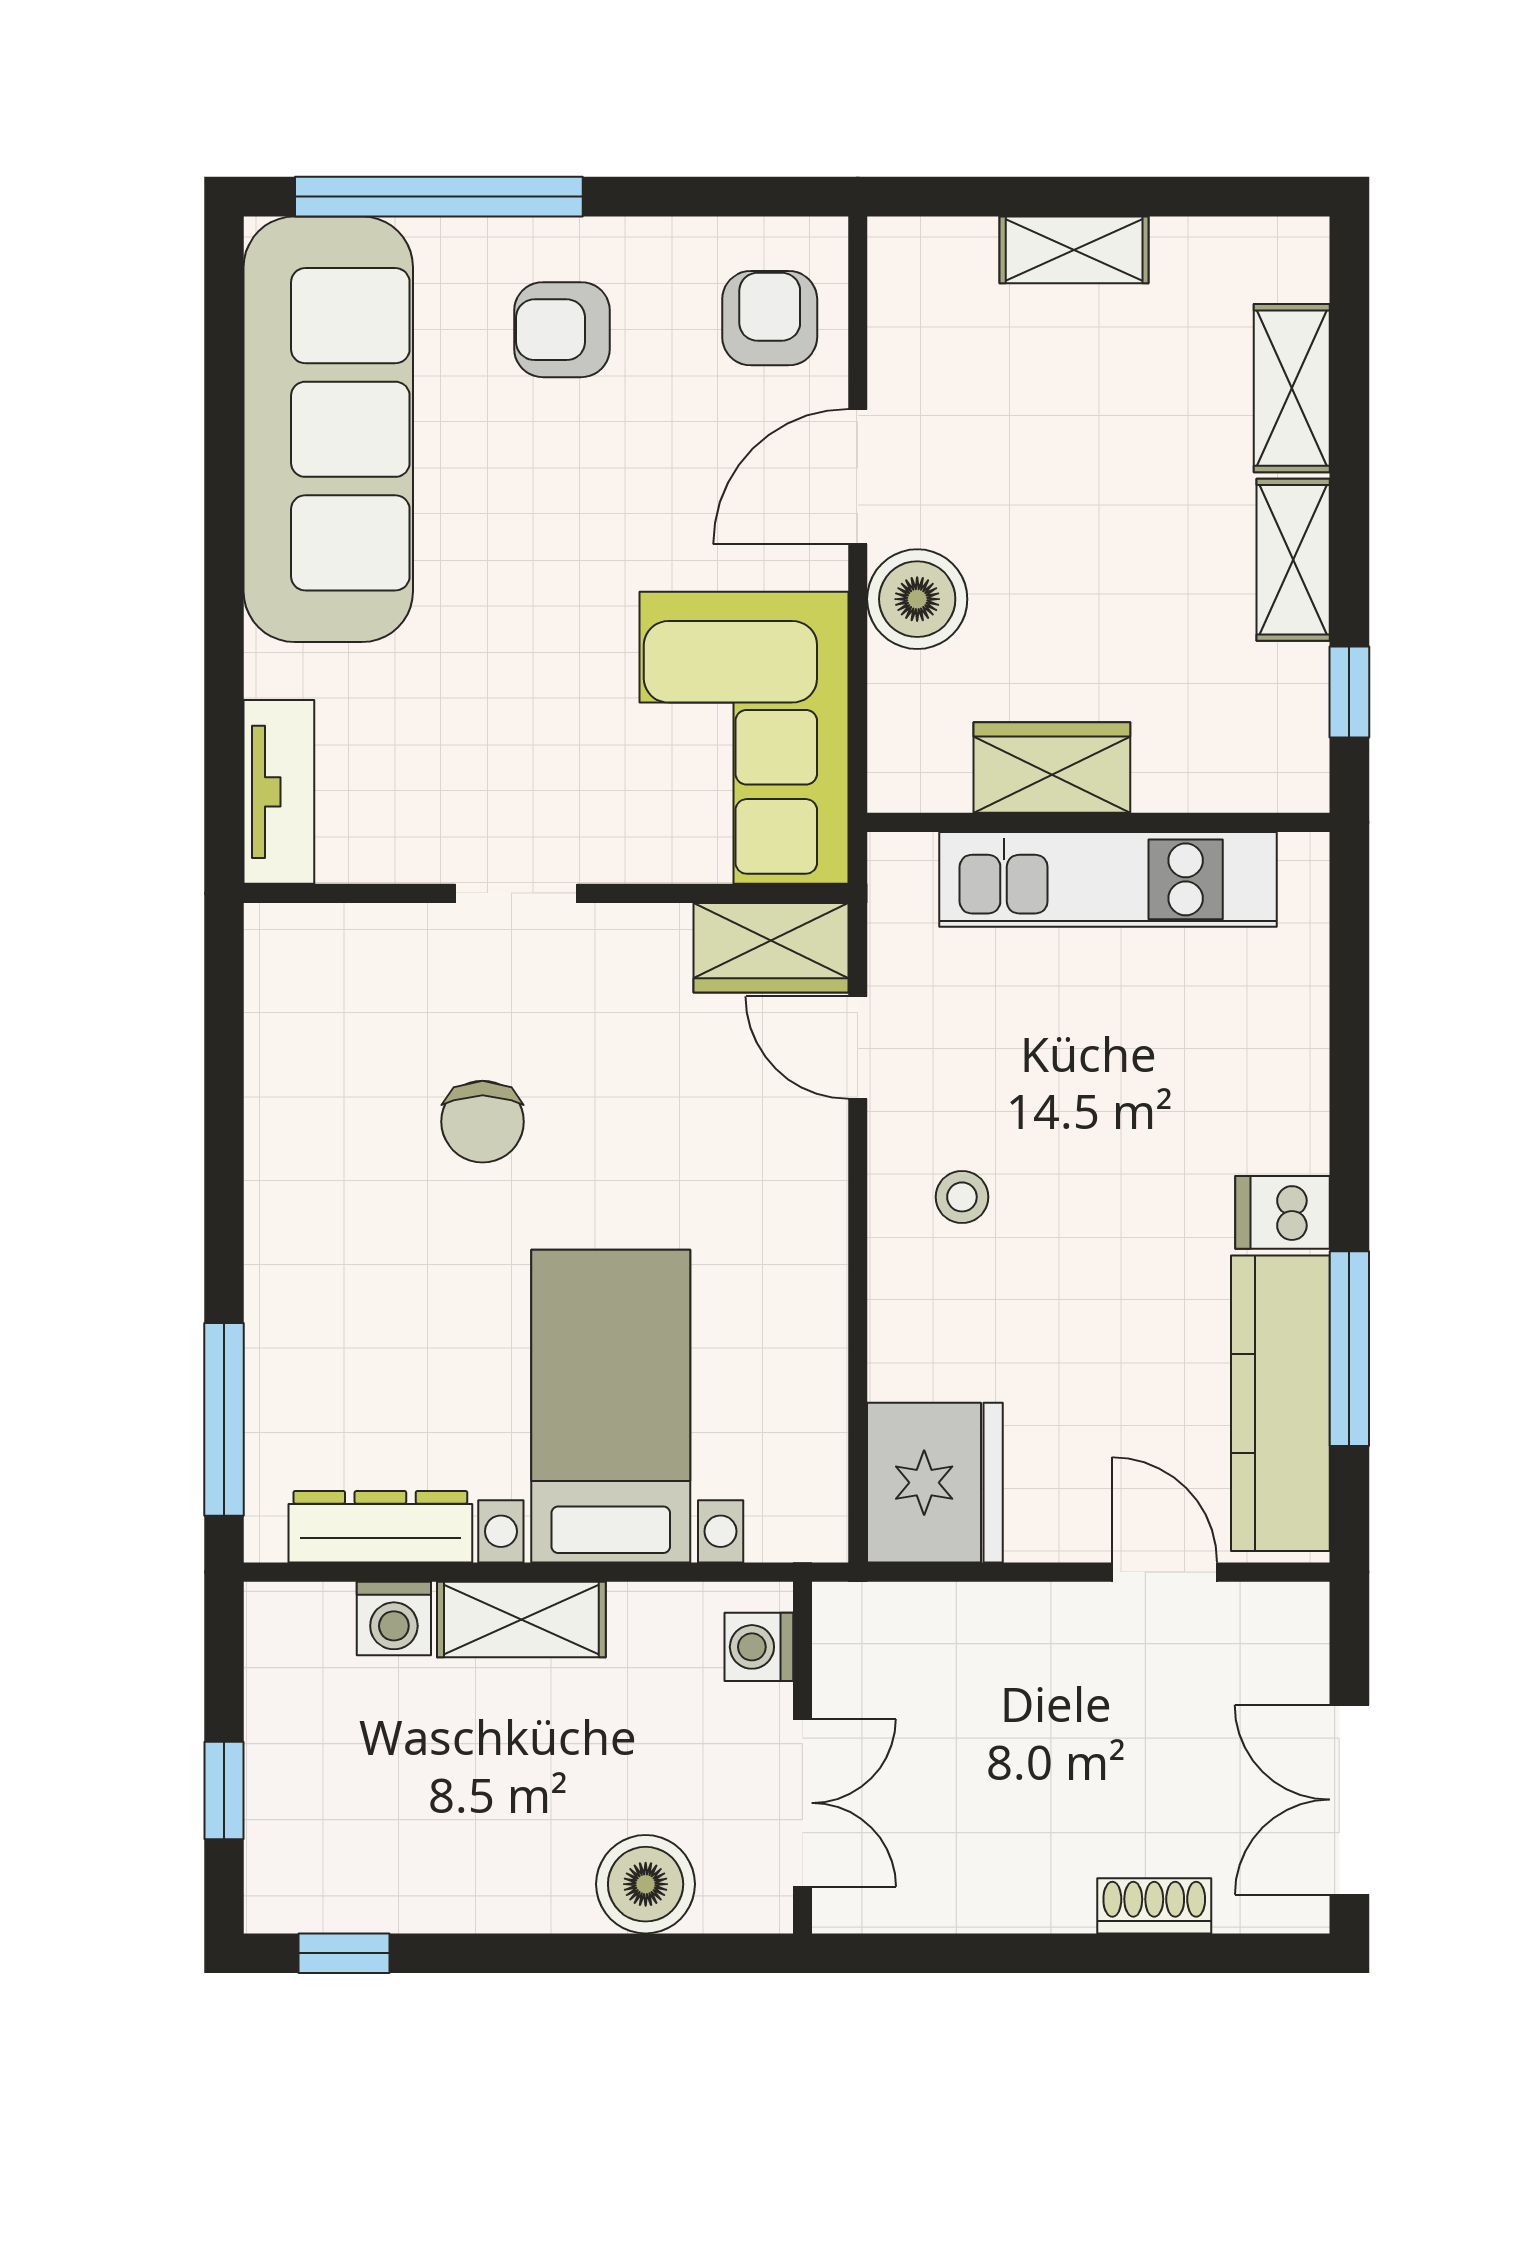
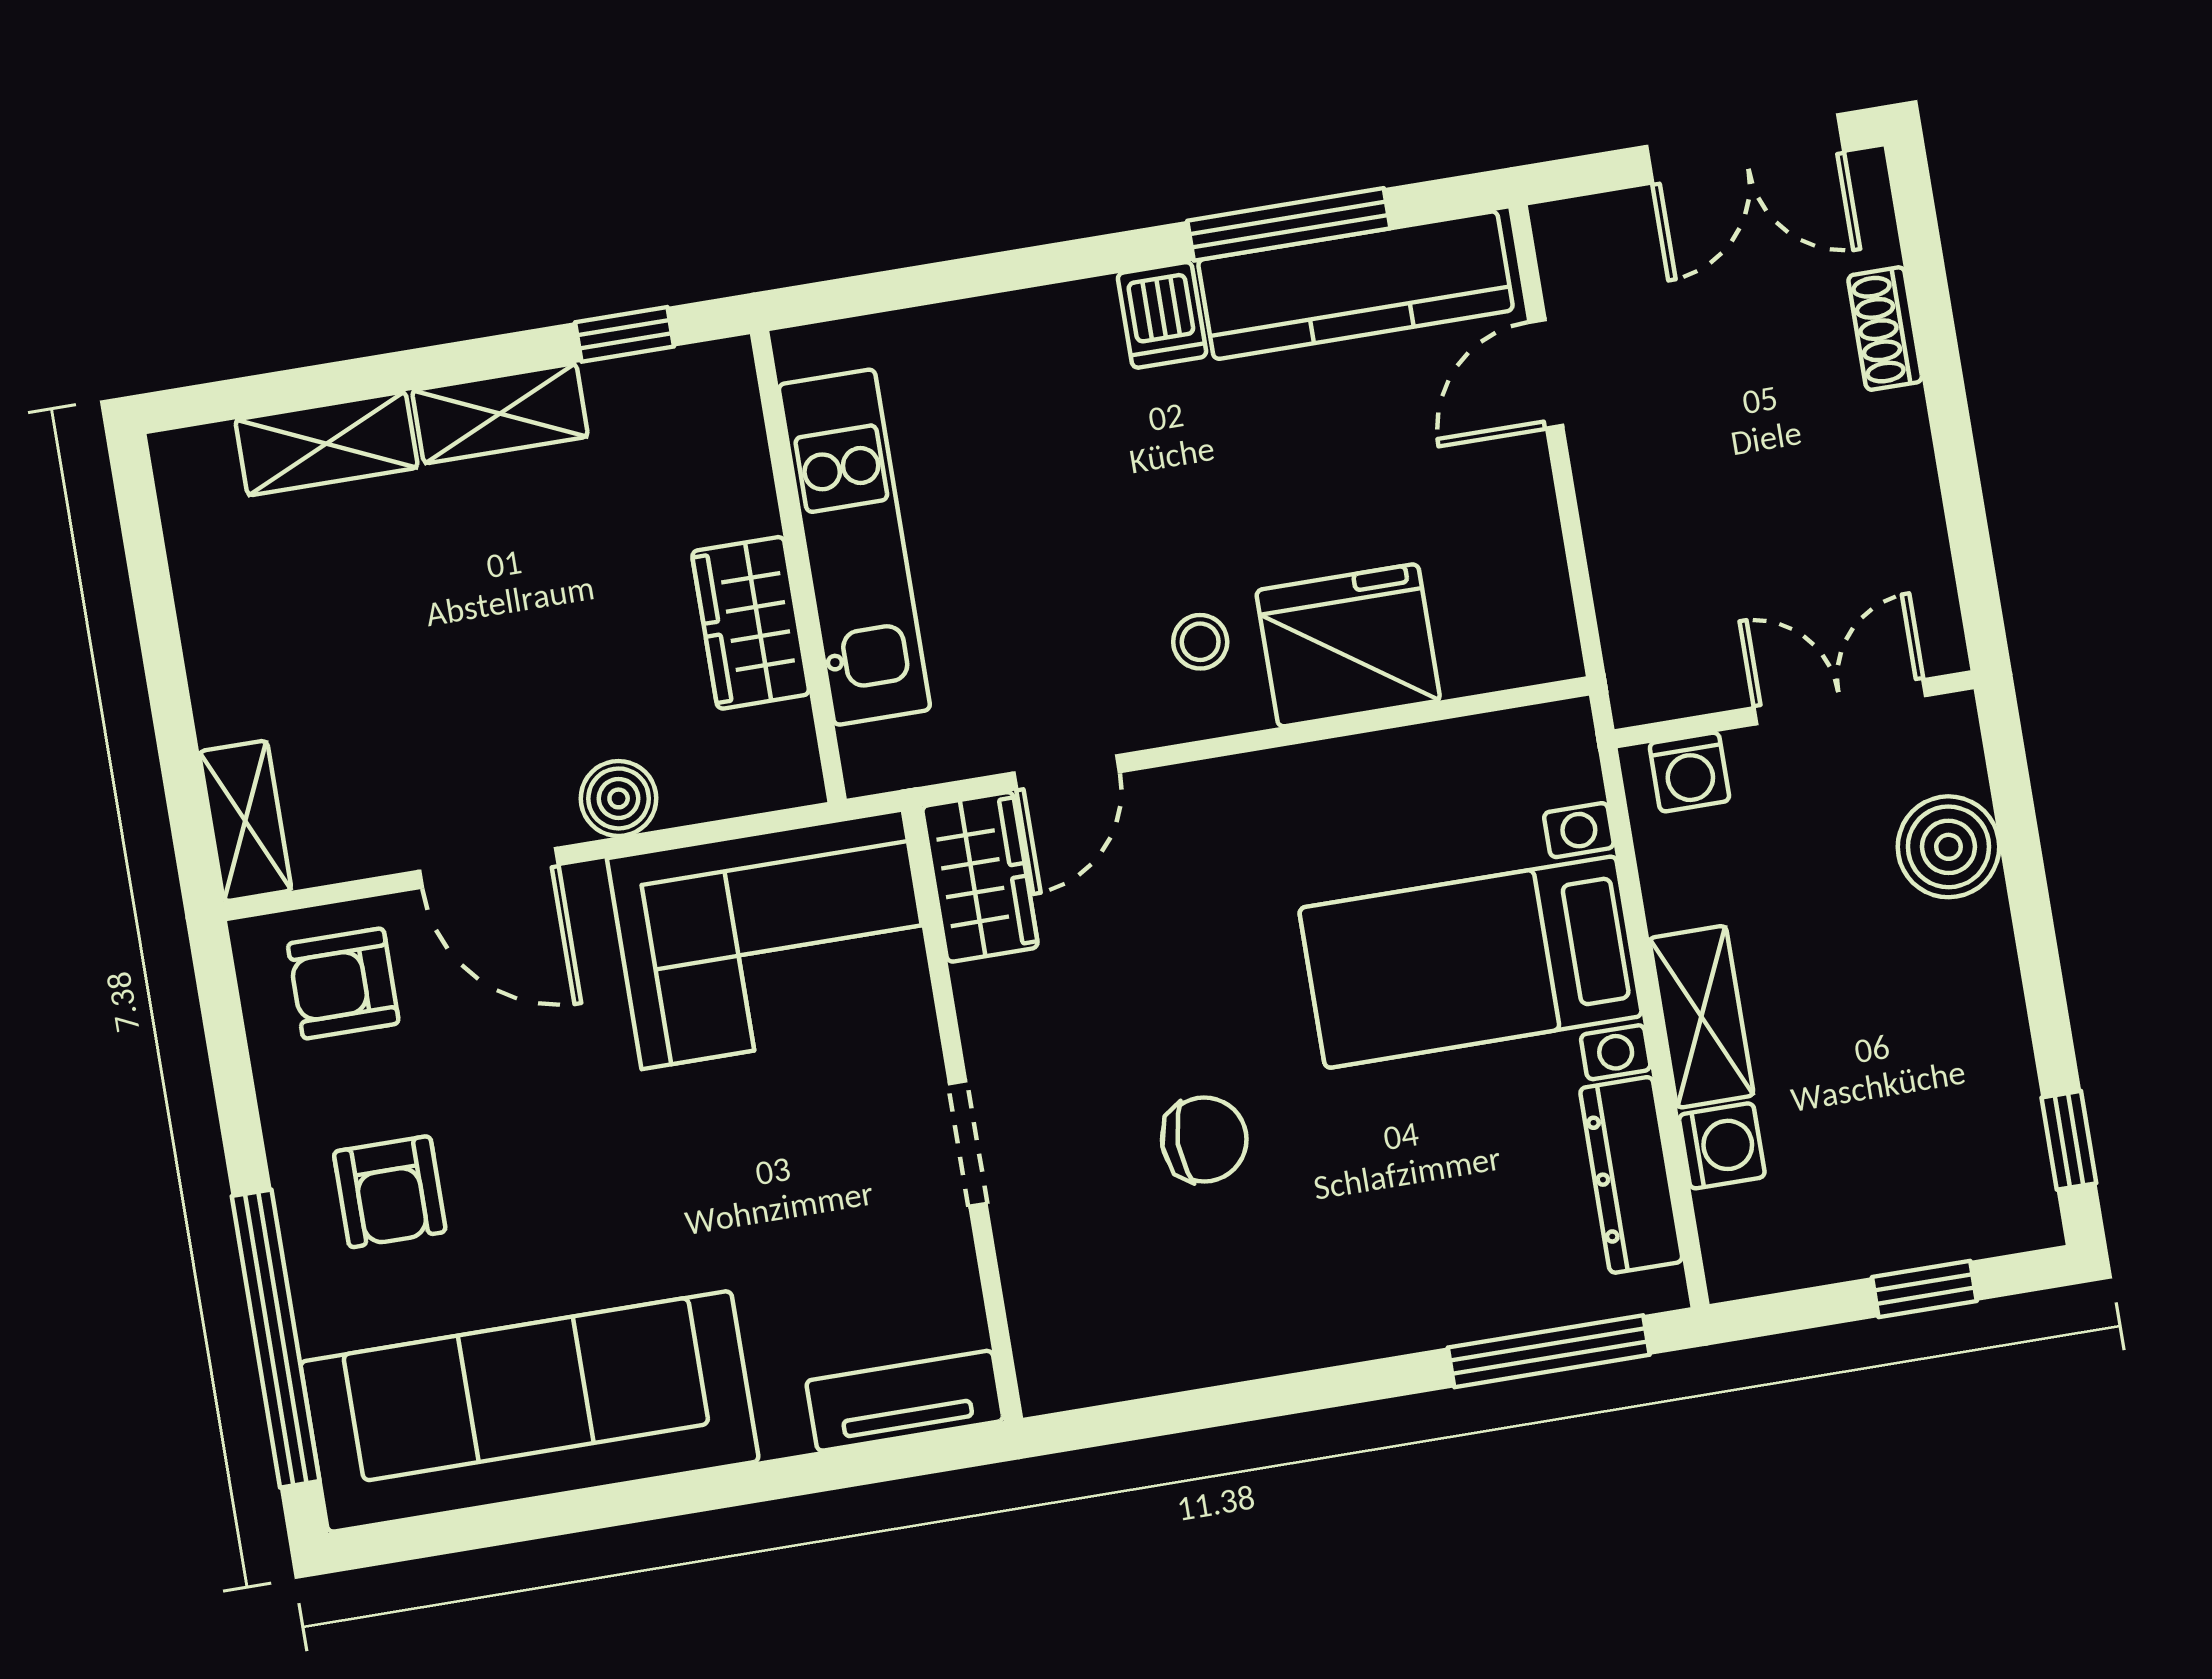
shelving: (1074, 250) -> (245, 821), moved
boiler: (917, 599) -> (619, 798), width x0.73, depth x0.73
fridge: (935, 1483) -> (1348, 645), moved

